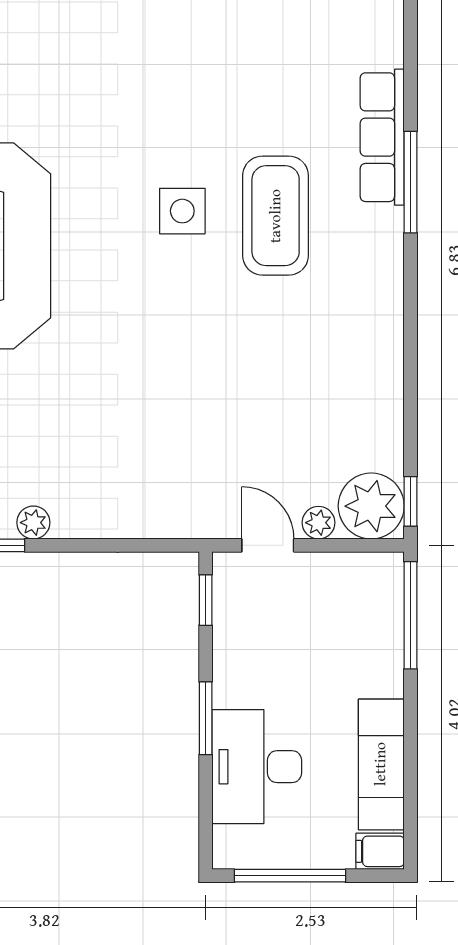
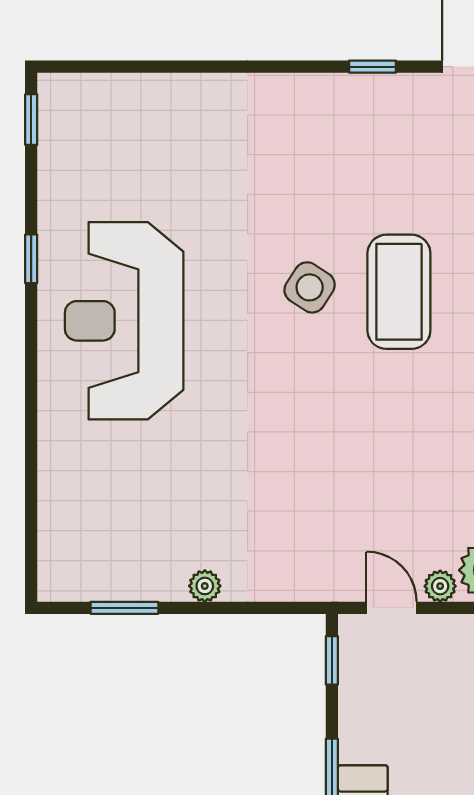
side table: (182, 211) -> (310, 287), turned 33
plant: (33, 523) -> (205, 586), moved

